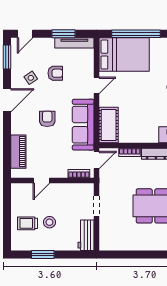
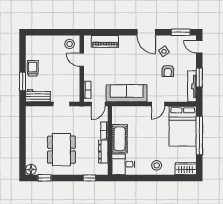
door: (97, 85) -> (158, 104), hinge flipped
armchair: (47, 119) -> (131, 65), removed
cot: (109, 125) -> (120, 139), moved, turned 90
door: (97, 160) -> (98, 104), hinge flipped
stool: (49, 222) -> (70, 44), moved
trolley: (28, 223) -> (33, 68), moved
window: (43, 255) -> (22, 81), moved

